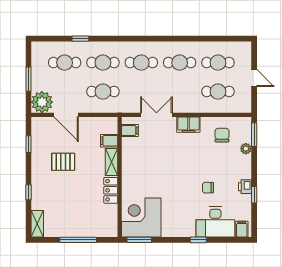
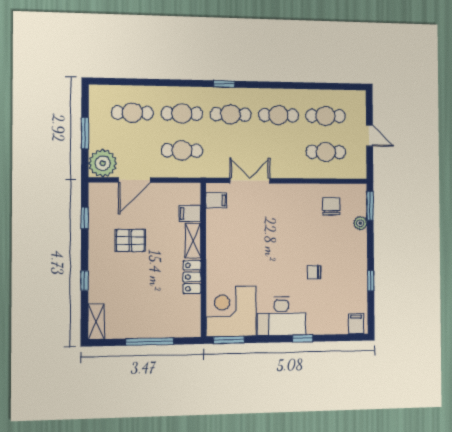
window: (80, 39) -> (224, 84), moved
door: (66, 115) -> (134, 180), hinge flipped
filing cabinet: (188, 125) -> (290, 193), removed
printer: (245, 187) -> (360, 271), removed
desk: (215, 222) -> (281, 316), moved

